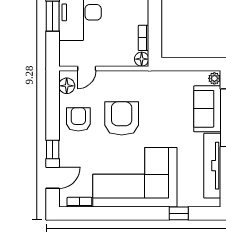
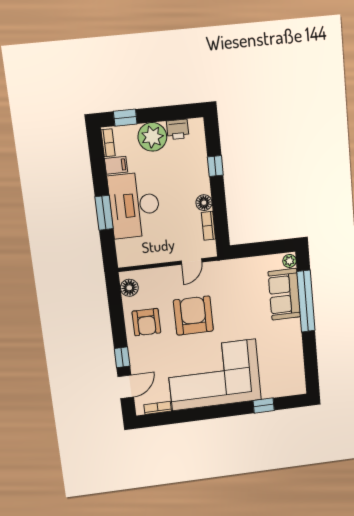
floor lamp: (142, 59) -> (204, 203), moved
door: (87, 68) -> (192, 261), moved
armchair: (78, 119) -> (146, 322), turned 180
tv unit: (212, 166) -> (295, 353), removed

